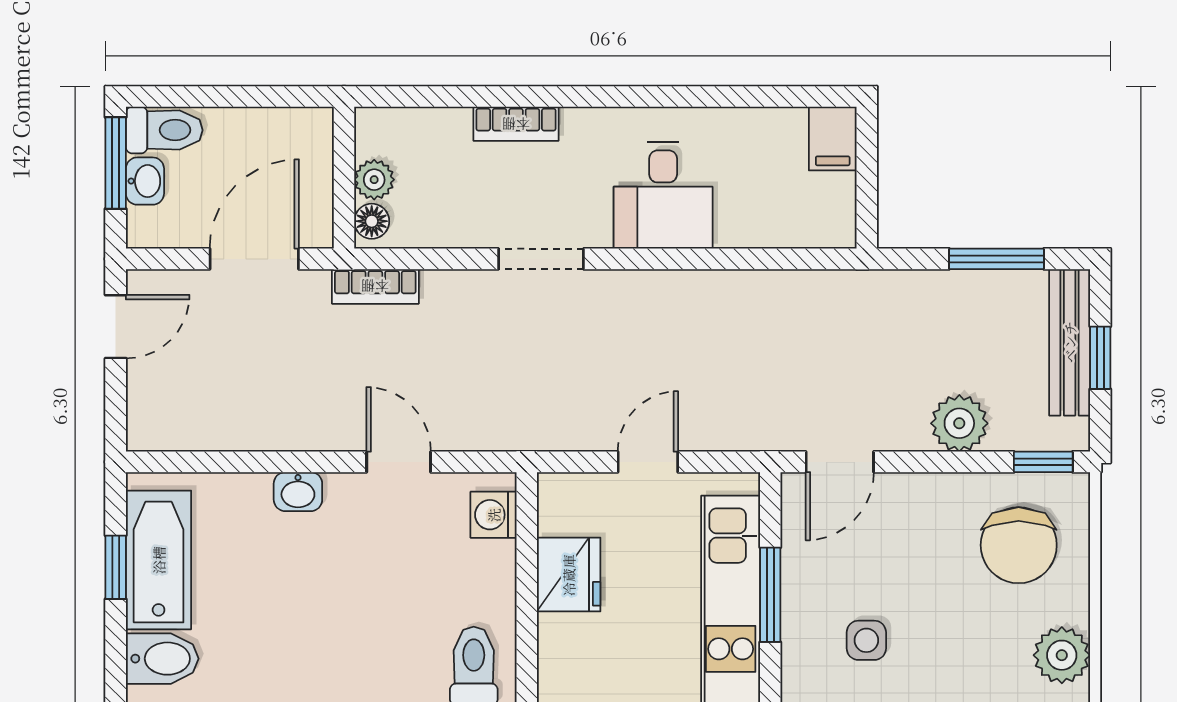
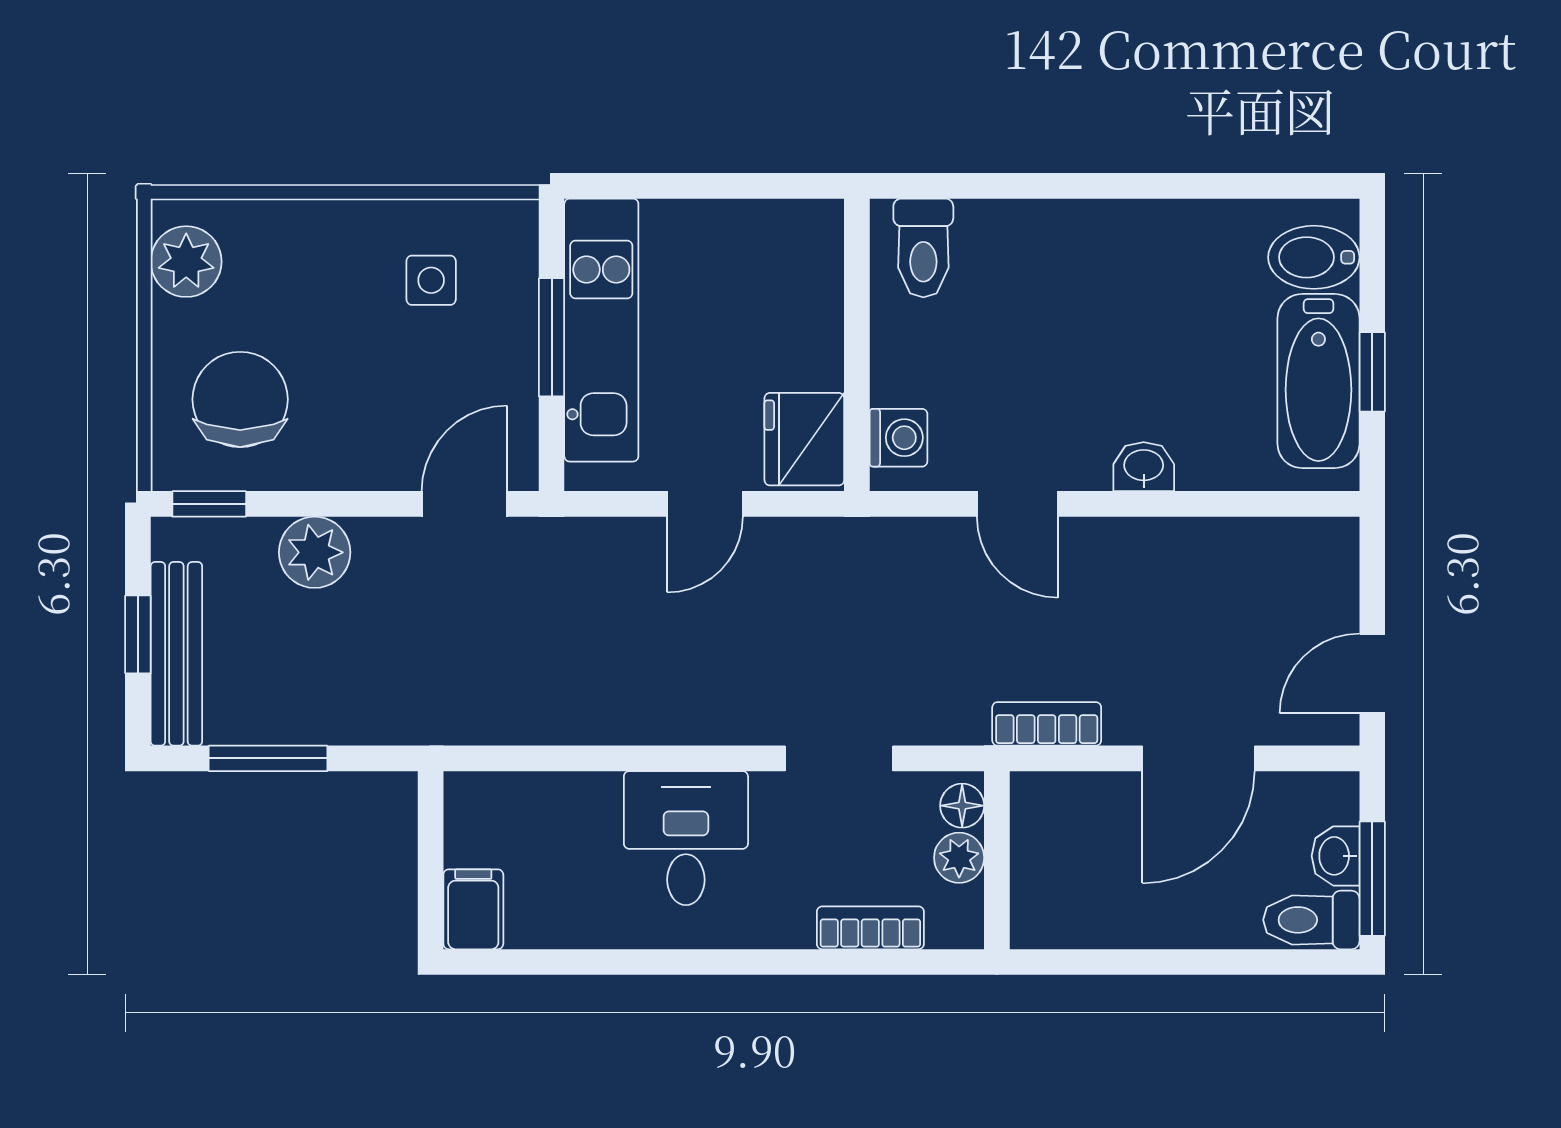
wall: (344, 178) -> (997, 860), moved
plant: (374, 180) -> (959, 858), moved
floor lamp: (372, 221) -> (962, 806), moved
fridge: (569, 575) -> (804, 439), moved

